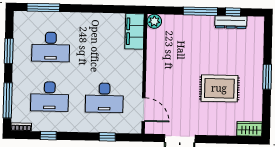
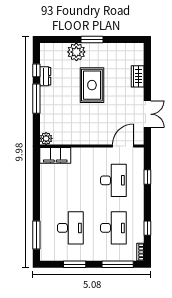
dresser: (231, 22) -> (45, 76), width x0.70
plant: (253, 58) -> (76, 52), added
rug: (219, 88) -> (92, 85), moved
wardrobe: (249, 129) -> (138, 76), moved

